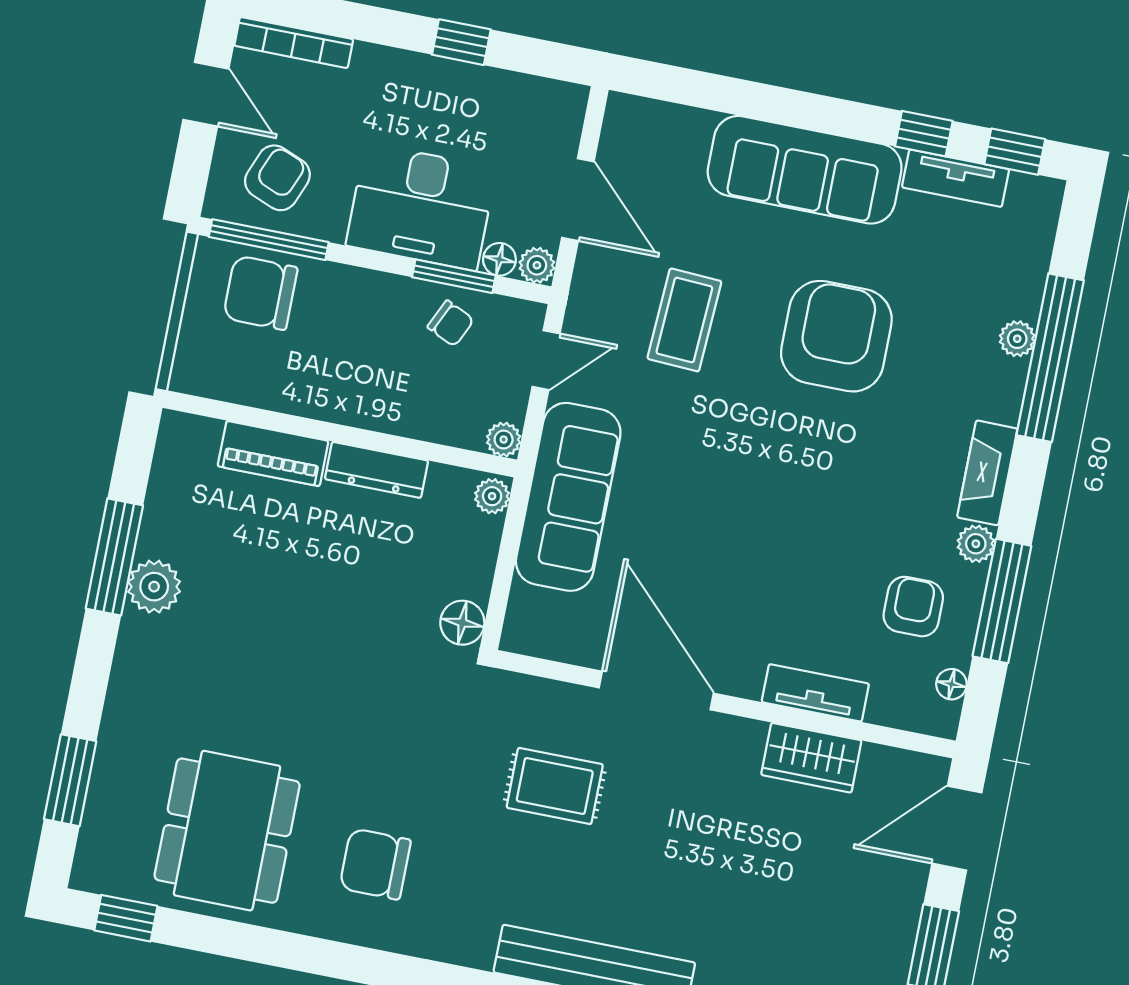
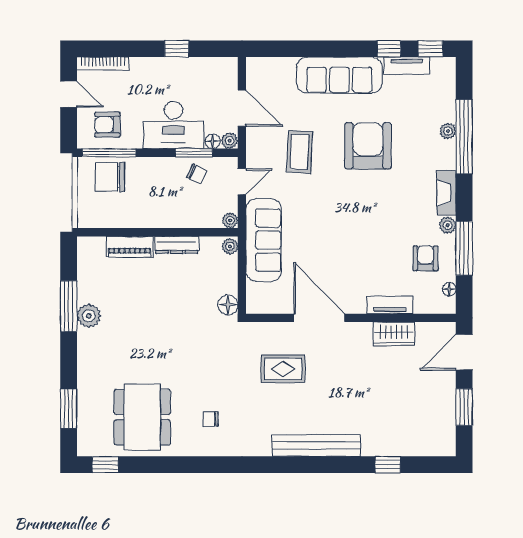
armchair: (277, 178) -> (107, 125), turned -112
chair: (375, 864) -> (210, 419), width x0.54, depth x0.54

